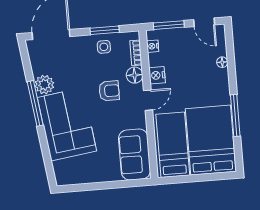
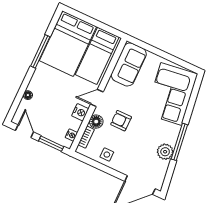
window: (105, 30) -> (99, 166), removed
corner sofa: (67, 124) -> (171, 94), moved

